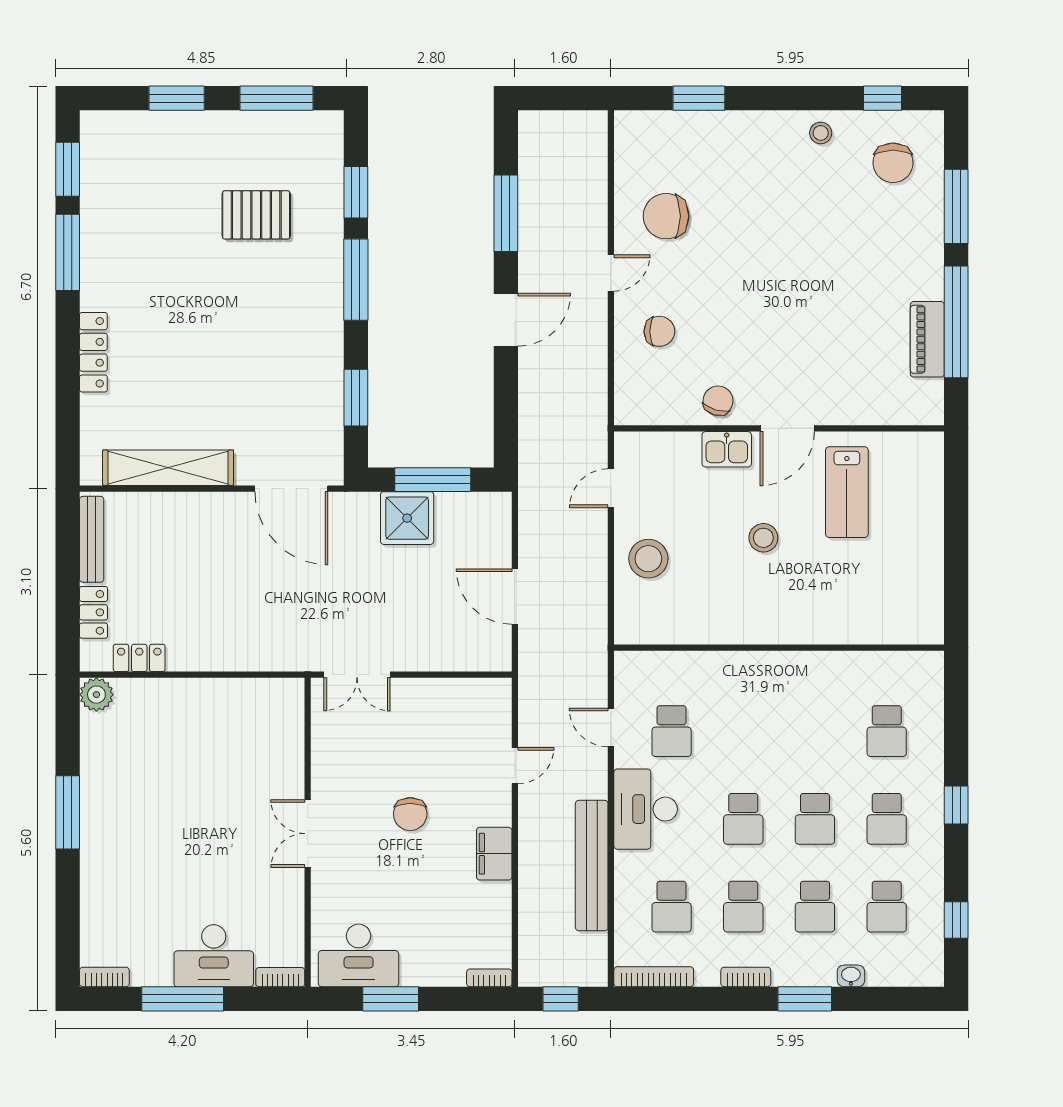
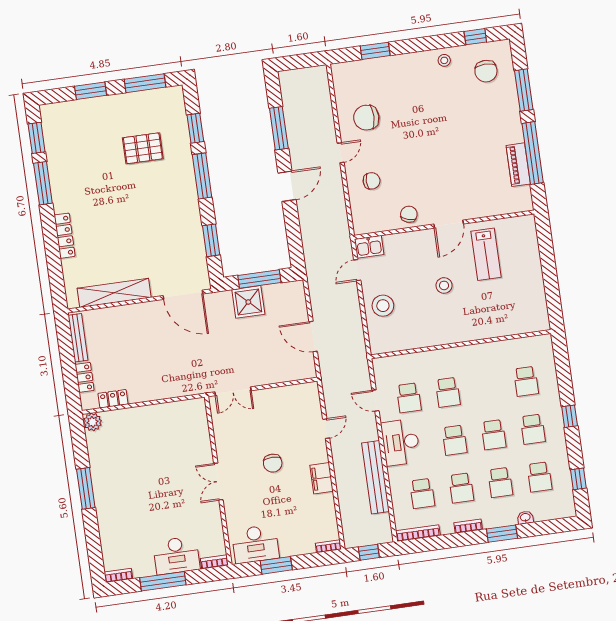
kitchen sink: (727, 449) -> (369, 247), moved
school desk: (743, 731) -> (448, 392), added

